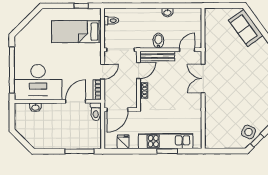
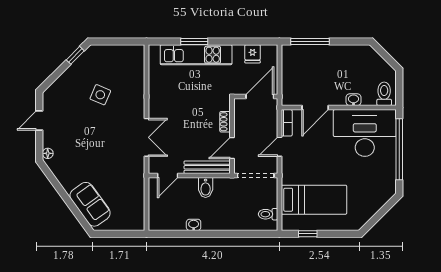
washbasin: (35, 107) -> (354, 100), moved
toilet: (96, 112) -> (384, 94), moved
side table: (249, 132) -> (100, 95), moved

